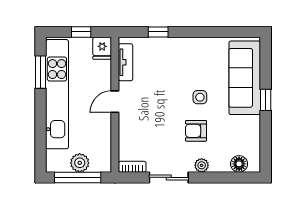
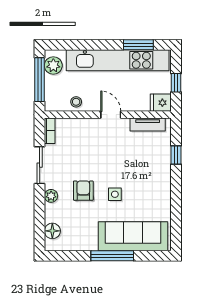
window: (266, 100) -> (112, 256), width x2.17
stool: (101, 139) -> (76, 102), added
plant: (80, 163) -> (53, 66), moved

